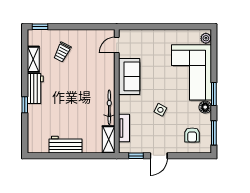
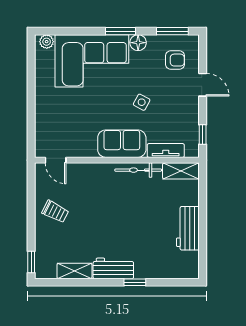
trolley: (62, 52) -> (55, 212), moved
sofa: (129, 76) -> (122, 144), moved
door: (159, 156) -> (203, 85), moved

